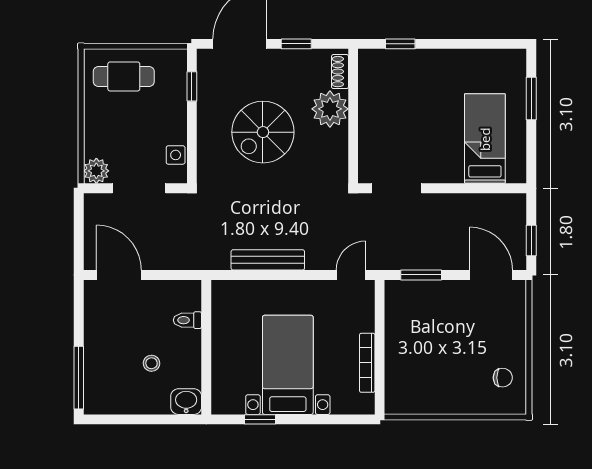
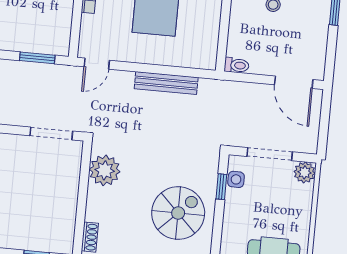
window: (192, 86) -> (221, 187), moved
plant: (330, 109) -> (105, 170), moved
spiral stairs: (263, 132) -> (178, 213), moved
toilet: (187, 320) -> (237, 65), moved

